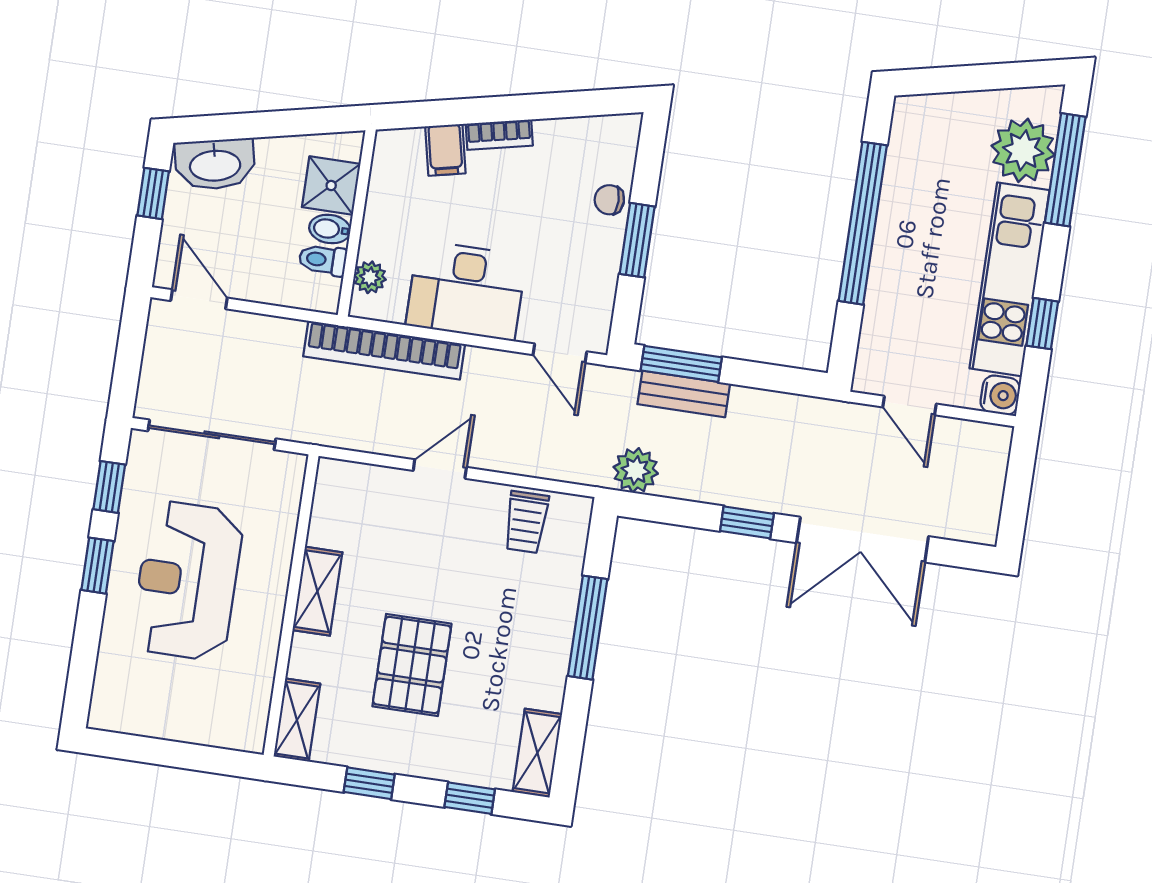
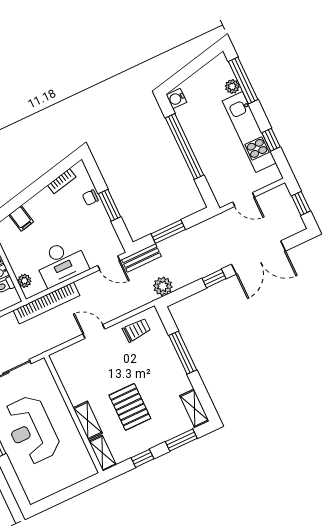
bookcase: (499, 135) -> (62, 181), moved
plant: (1023, 150) -> (232, 87), width x0.53, depth x0.53
window: (681, 364) -> (168, 232), moved
bench: (684, 394) -> (141, 258), moved
water cooler: (1000, 395) -> (176, 99), moved, turned 180
door: (440, 469) -> (94, 332), hinge flipped
window: (1018, 489) -> (301, 203), added
trolley: (526, 522) -> (136, 330), turned -92
shelving: (317, 591) -> (88, 420), moved
window: (470, 798) -> (181, 440), width x1.50

